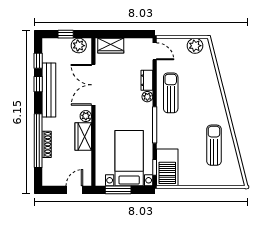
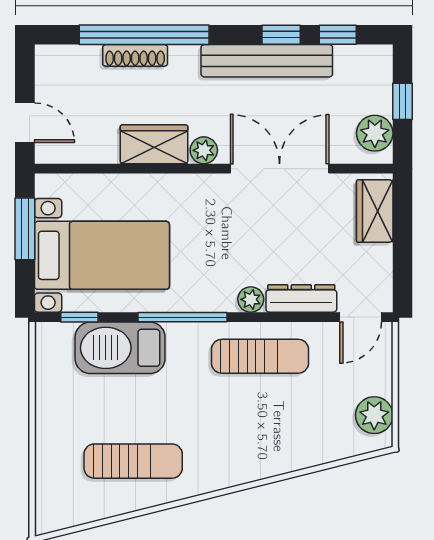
dresser: (147, 80) -> (301, 298), width x1.44
barbecue: (167, 167) -> (120, 348), moved

